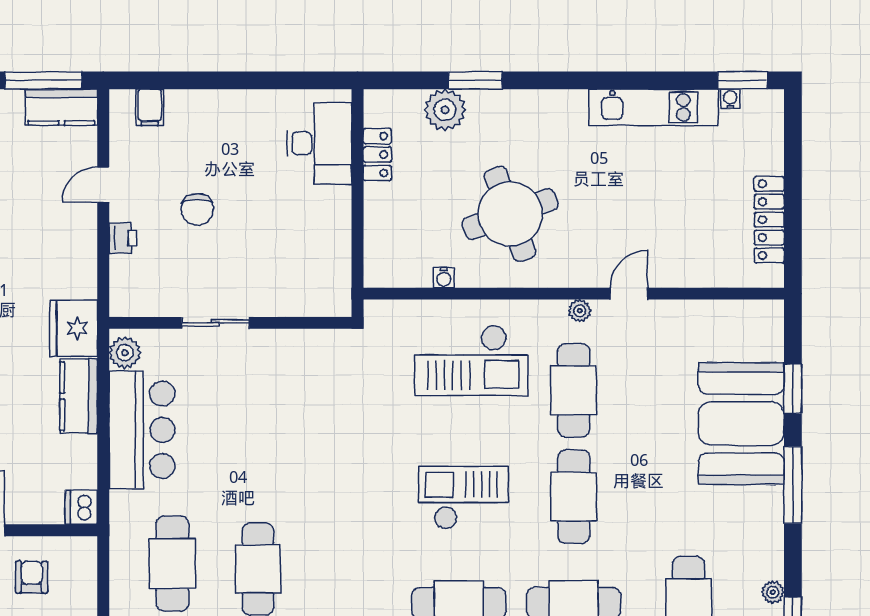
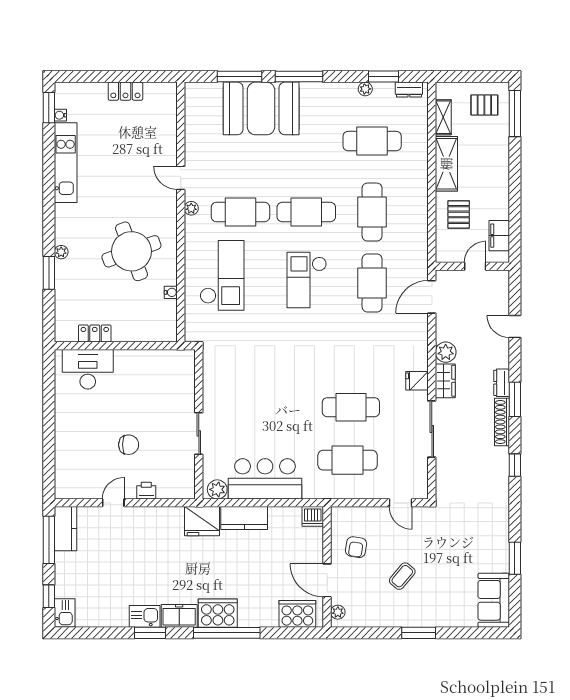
filing cabinet: (150, 107) -> (66, 474), removed
plant: (445, 110) -> (61, 252), moved, width x0.53, depth x0.53
door: (103, 184) -> (113, 503), swing flipped
locker: (769, 220) -> (125, 91), width x0.66
window: (793, 389) -> (240, 77), width x1.44
armchair: (32, 577) -> (356, 547), turned -81

